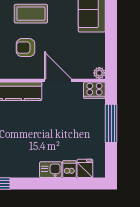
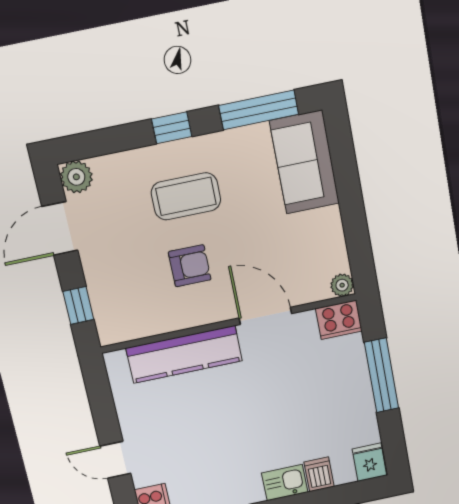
armchair: (26, 48) -> (190, 266), turned 180
fridge: (85, 168) -> (369, 462), moved

